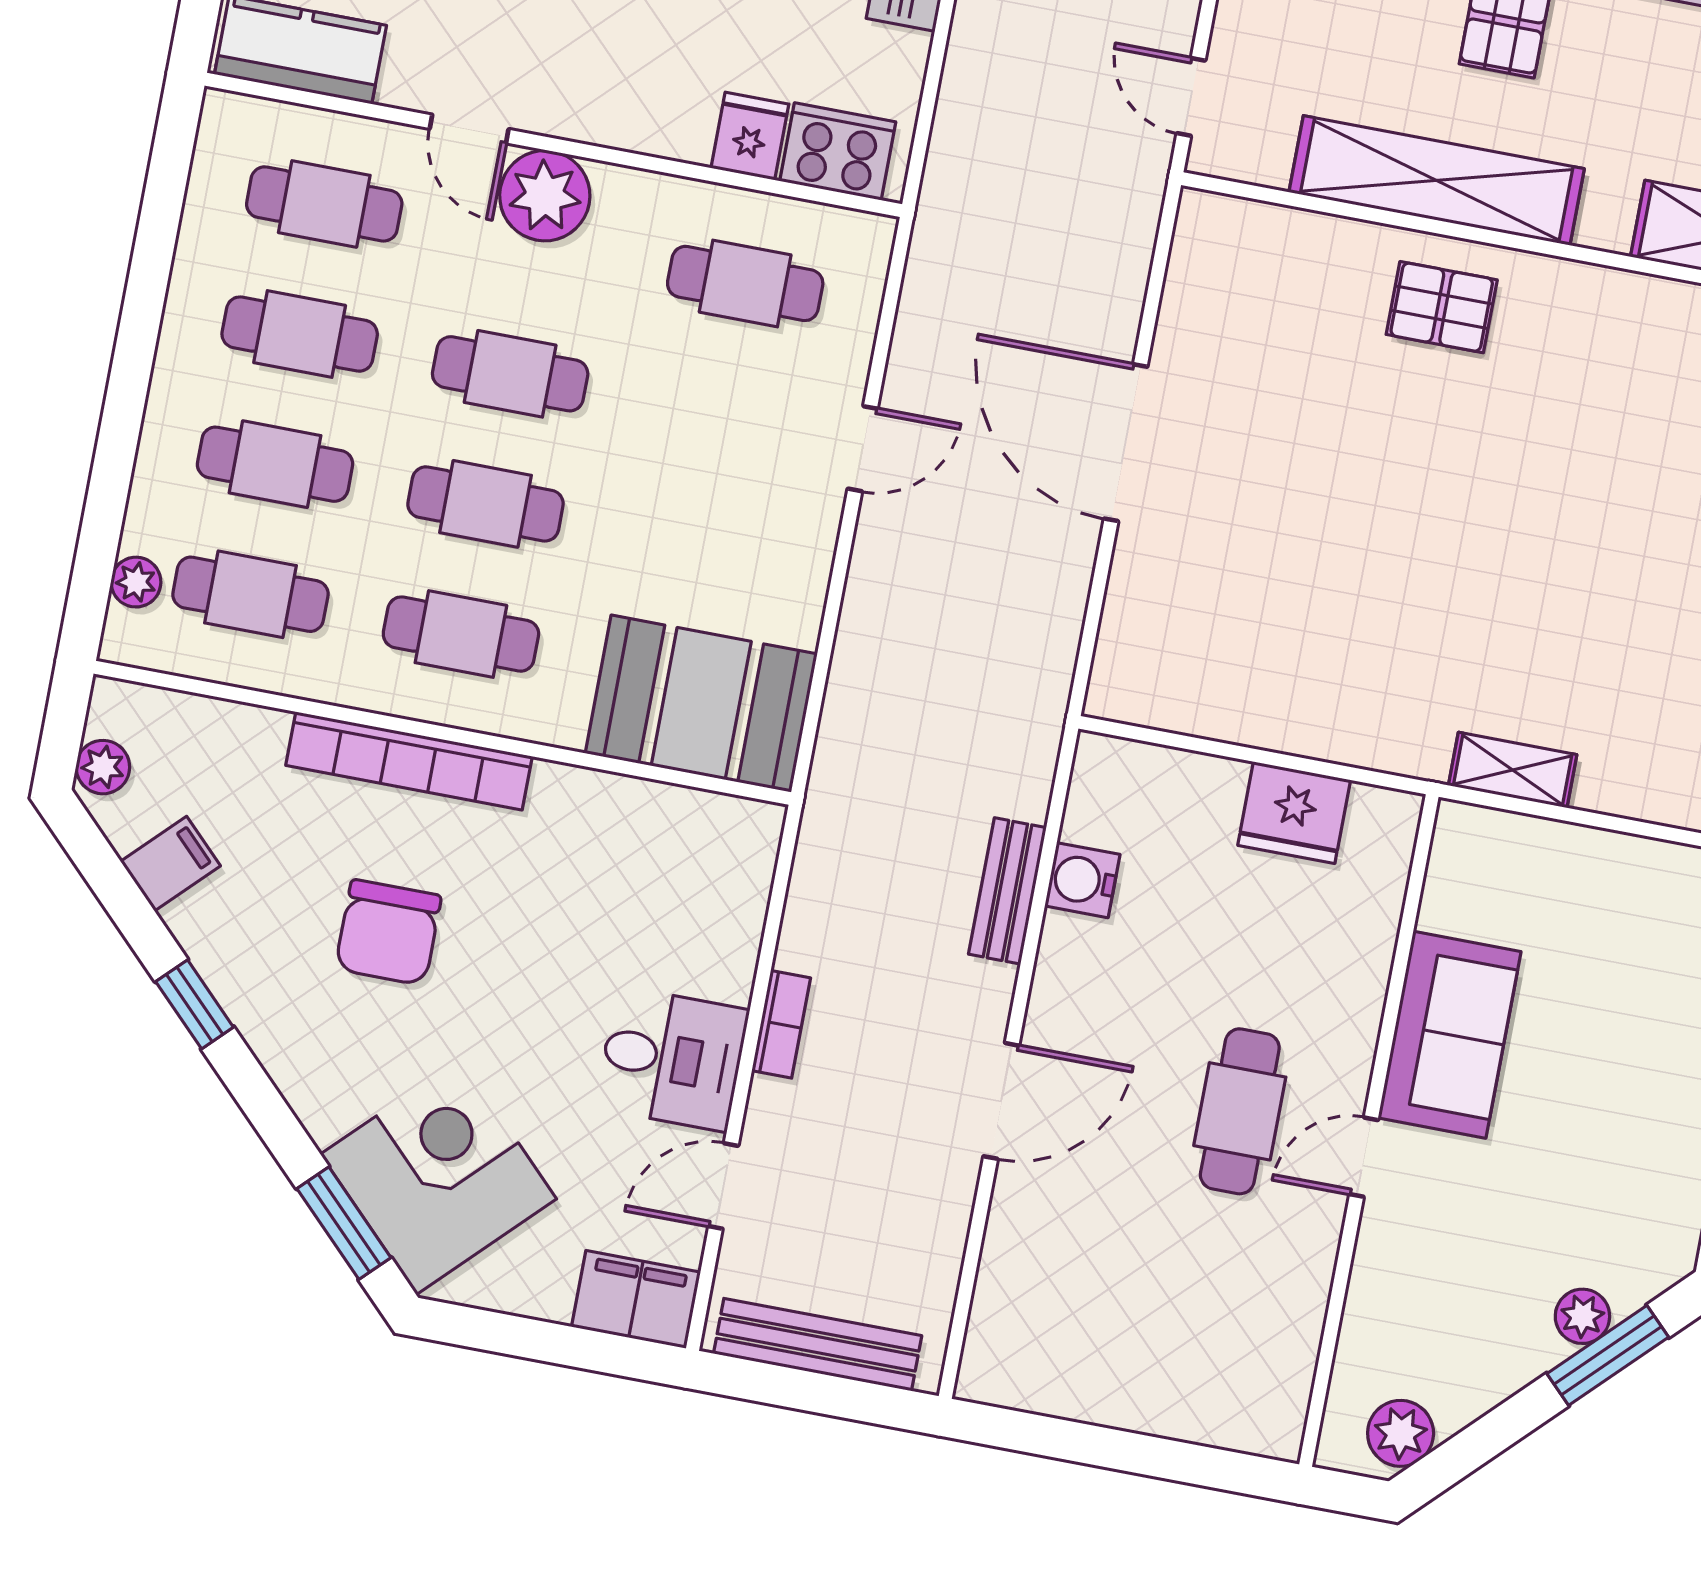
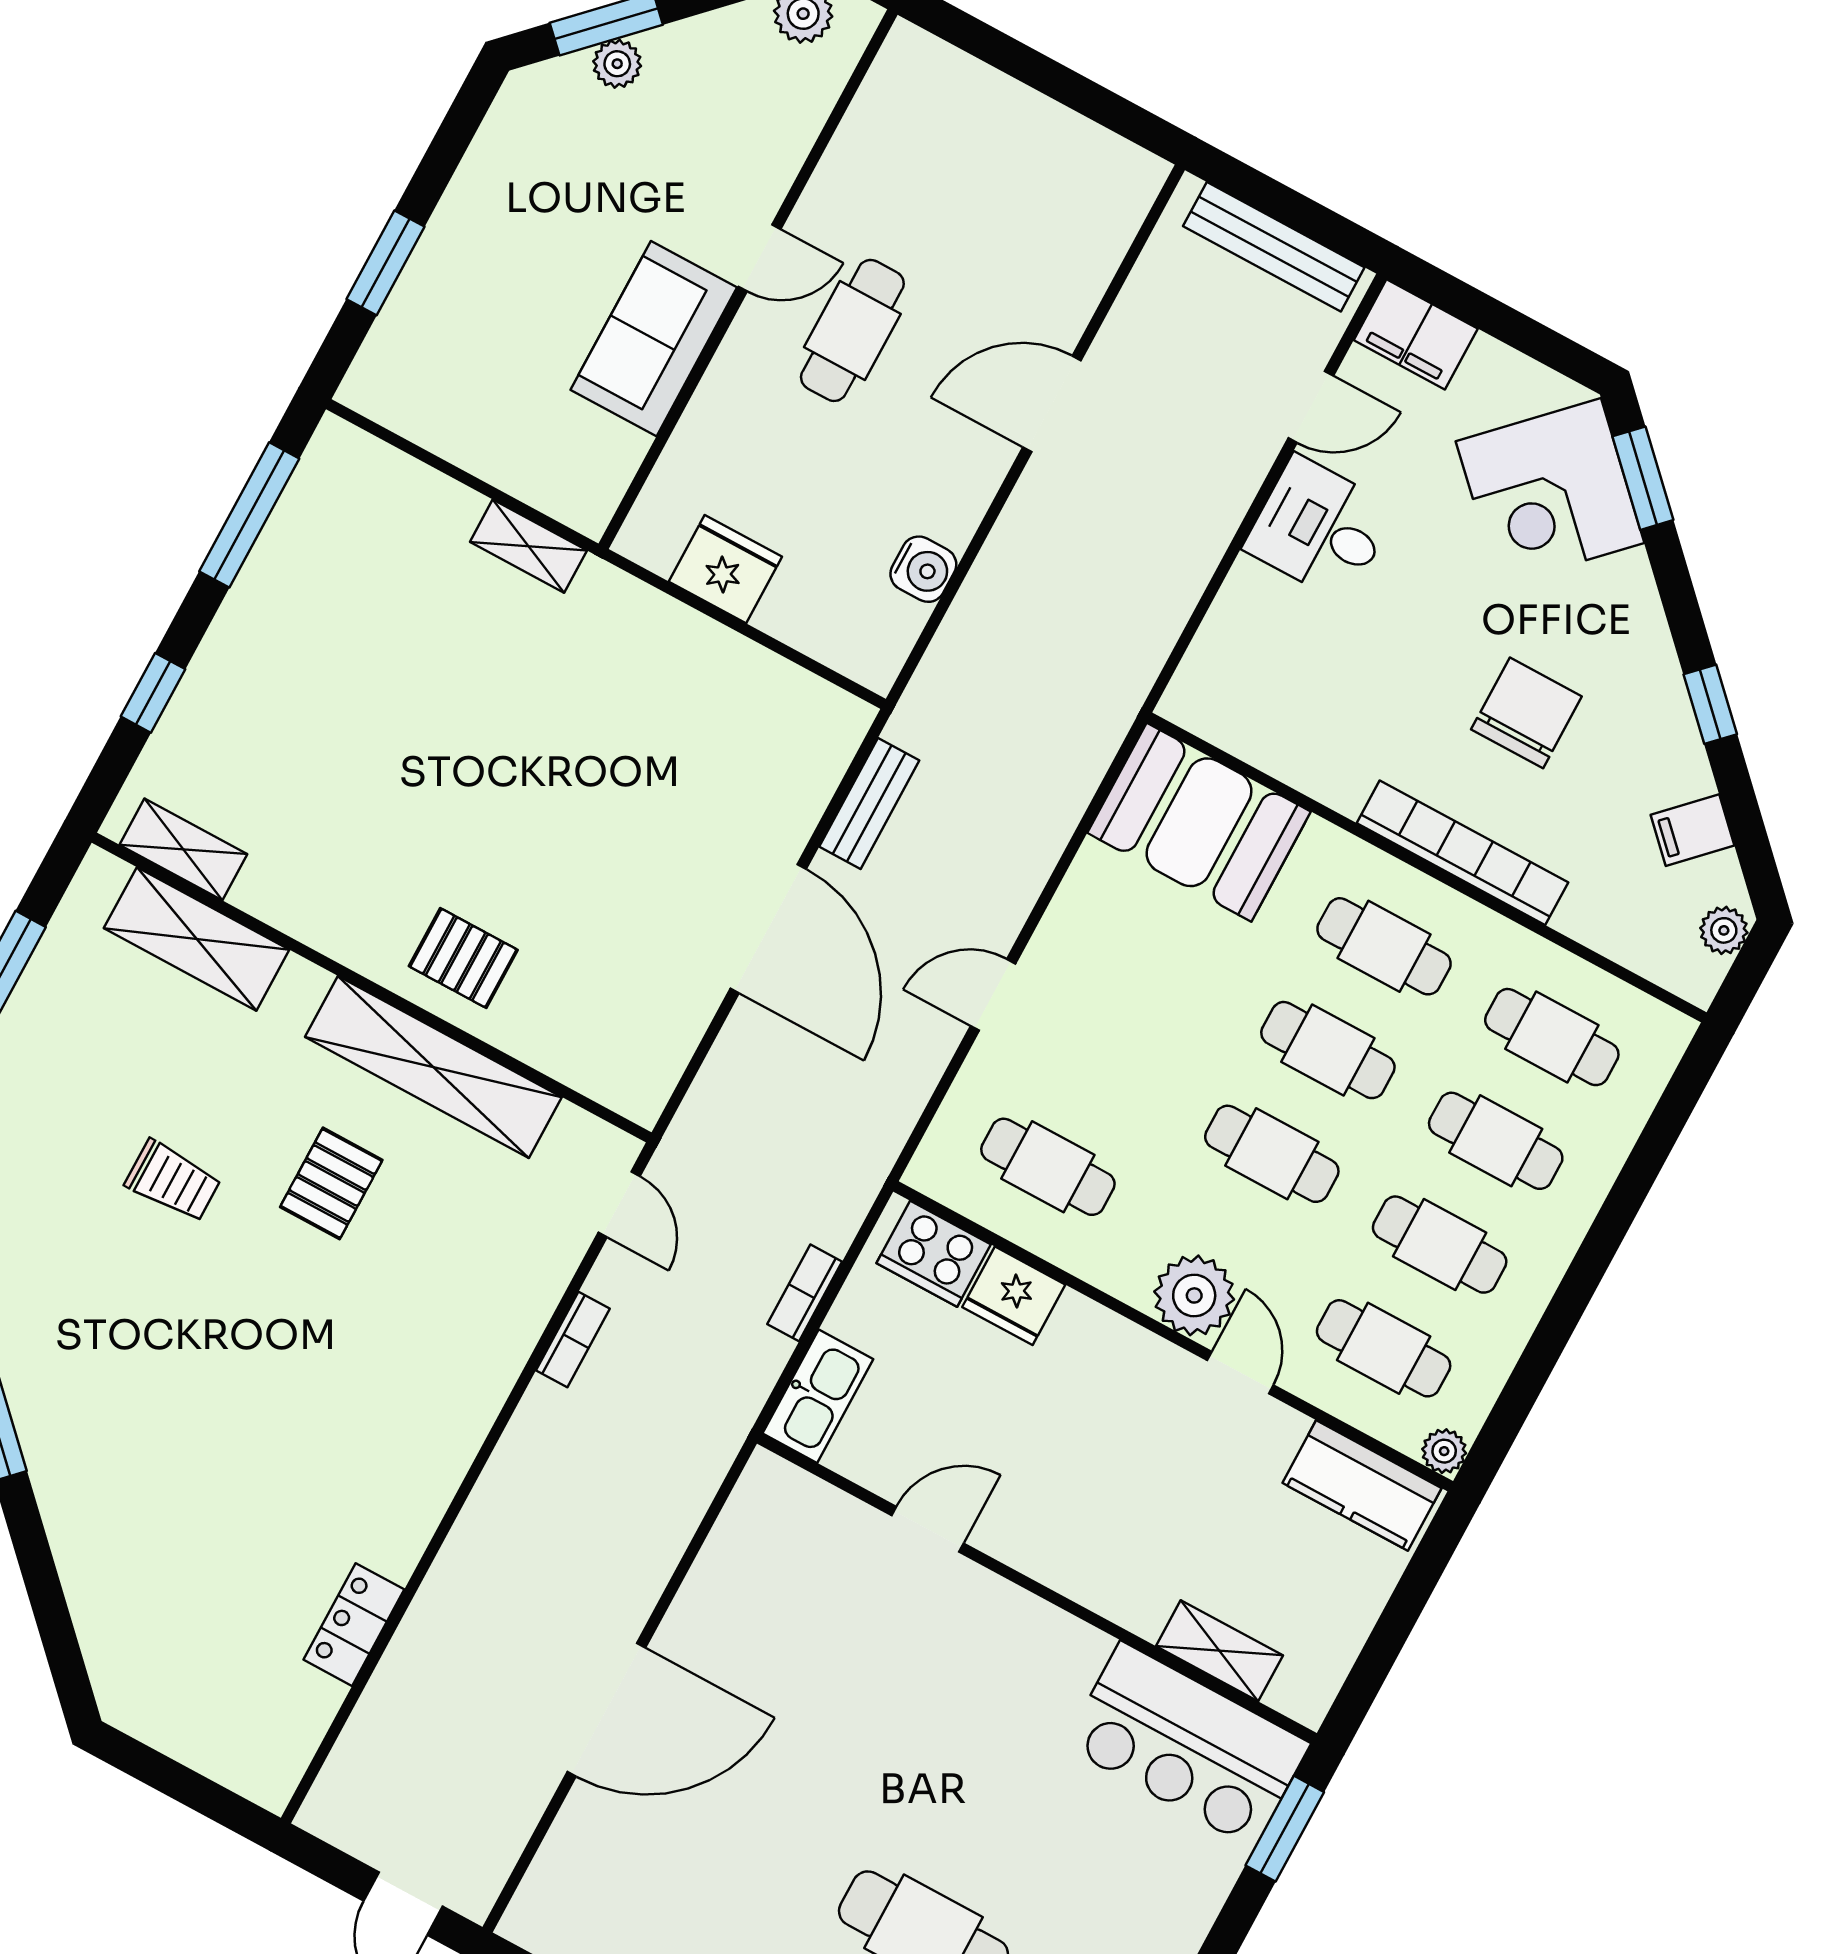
fridge: (750, 136) -> (1014, 1296), width x1.38
plant: (136, 582) -> (1444, 1451), moved
bench: (1007, 891) -> (869, 803), moved
bookcase: (781, 1024) -> (805, 1293), moved

